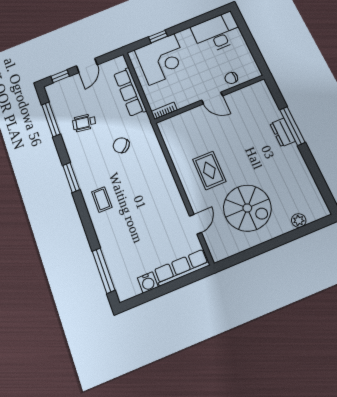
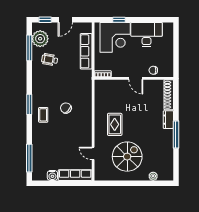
desk: (217, 33) -> (147, 34), moved
shoe rack: (267, 100) -> (169, 95), added
plant: (62, 102) -> (40, 39), added
window: (292, 126) -> (176, 135), moved
chair: (121, 145) -> (66, 108), moved
window: (71, 177) -> (29, 104), moved
spiral stairs: (247, 208) -> (127, 157), turned -90
door: (195, 224) -> (93, 153), swing flipped

